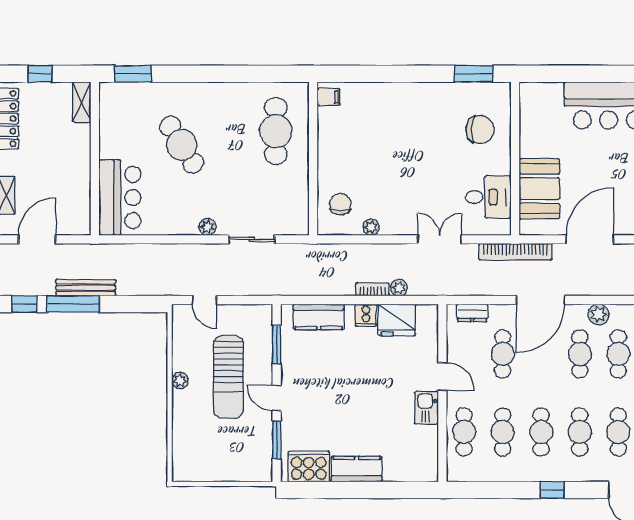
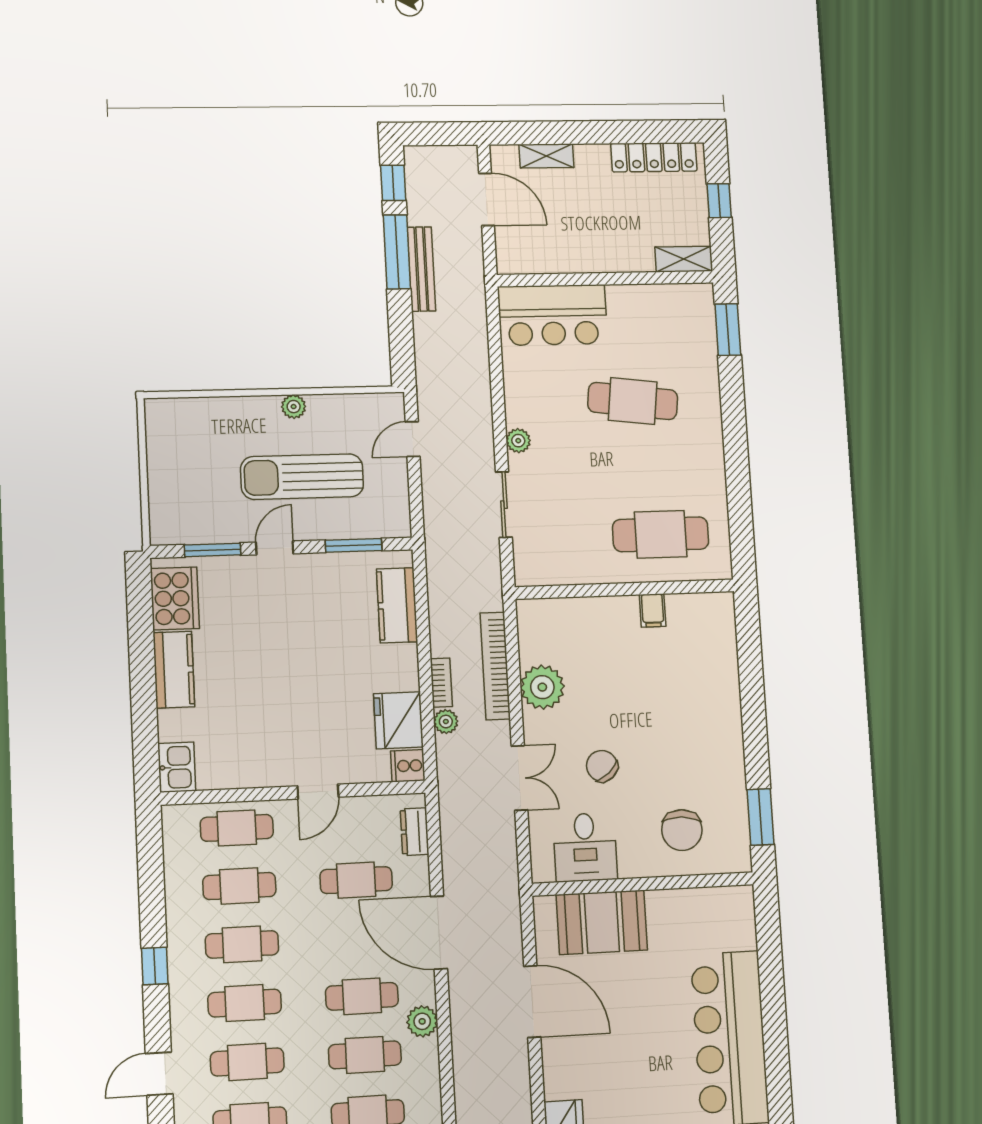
filing cabinet: (329, 97) -> (653, 610), moved
cafe table: (182, 145) -> (633, 401), turned 39
chair: (340, 204) -> (602, 766), moved, turned -131
plant: (371, 227) -> (542, 687), width x1.88, depth x1.88
bookcase: (515, 252) -> (495, 666), moved
cooker: (366, 315) -> (408, 766), moved
kitchen sink: (426, 408) -> (177, 767), moved, turned 90

